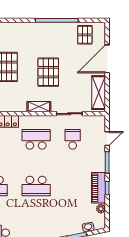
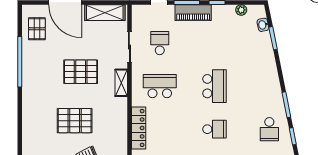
pallet: (85, 35) -> (37, 29), turned 90
school desk: (36, 139) -> (160, 86), turned 90
school desk: (73, 139) -> (160, 43), turned 90
piano: (99, 188) -> (193, 13), moved

